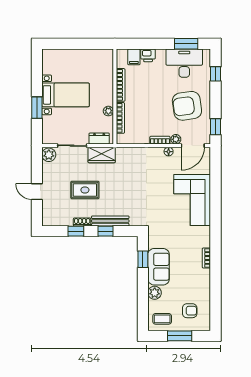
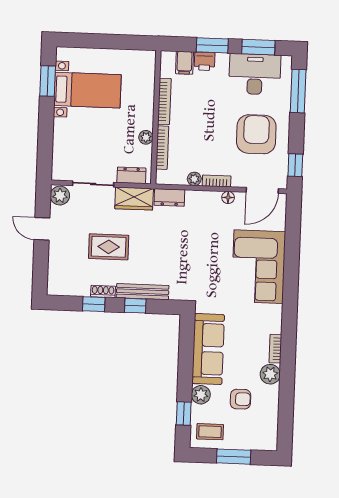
window: (153, 44) -> (212, 45), added
window: (216, 74) -> (298, 91), width x2.17
bed with nightstands: (66, 95) -> (87, 90), moved
armchair: (187, 106) -> (256, 134), turned 98
window: (37, 108) -> (48, 81), moved
plant: (176, 139) -> (194, 179), moved
dresser: (127, 153) -> (169, 197), added
door: (37, 192) -> (42, 229), moved
window: (143, 259) -> (184, 414), moved
sofa: (159, 267) -> (208, 349), width x1.36
plant: (203, 276) -> (270, 374), added
armchair: (190, 311) -> (240, 399), moved

